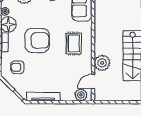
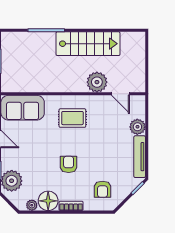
armchair: (37, 40) -> (69, 164), width x0.53, depth x0.53
plant: (81, 95) -> (137, 127), moved

